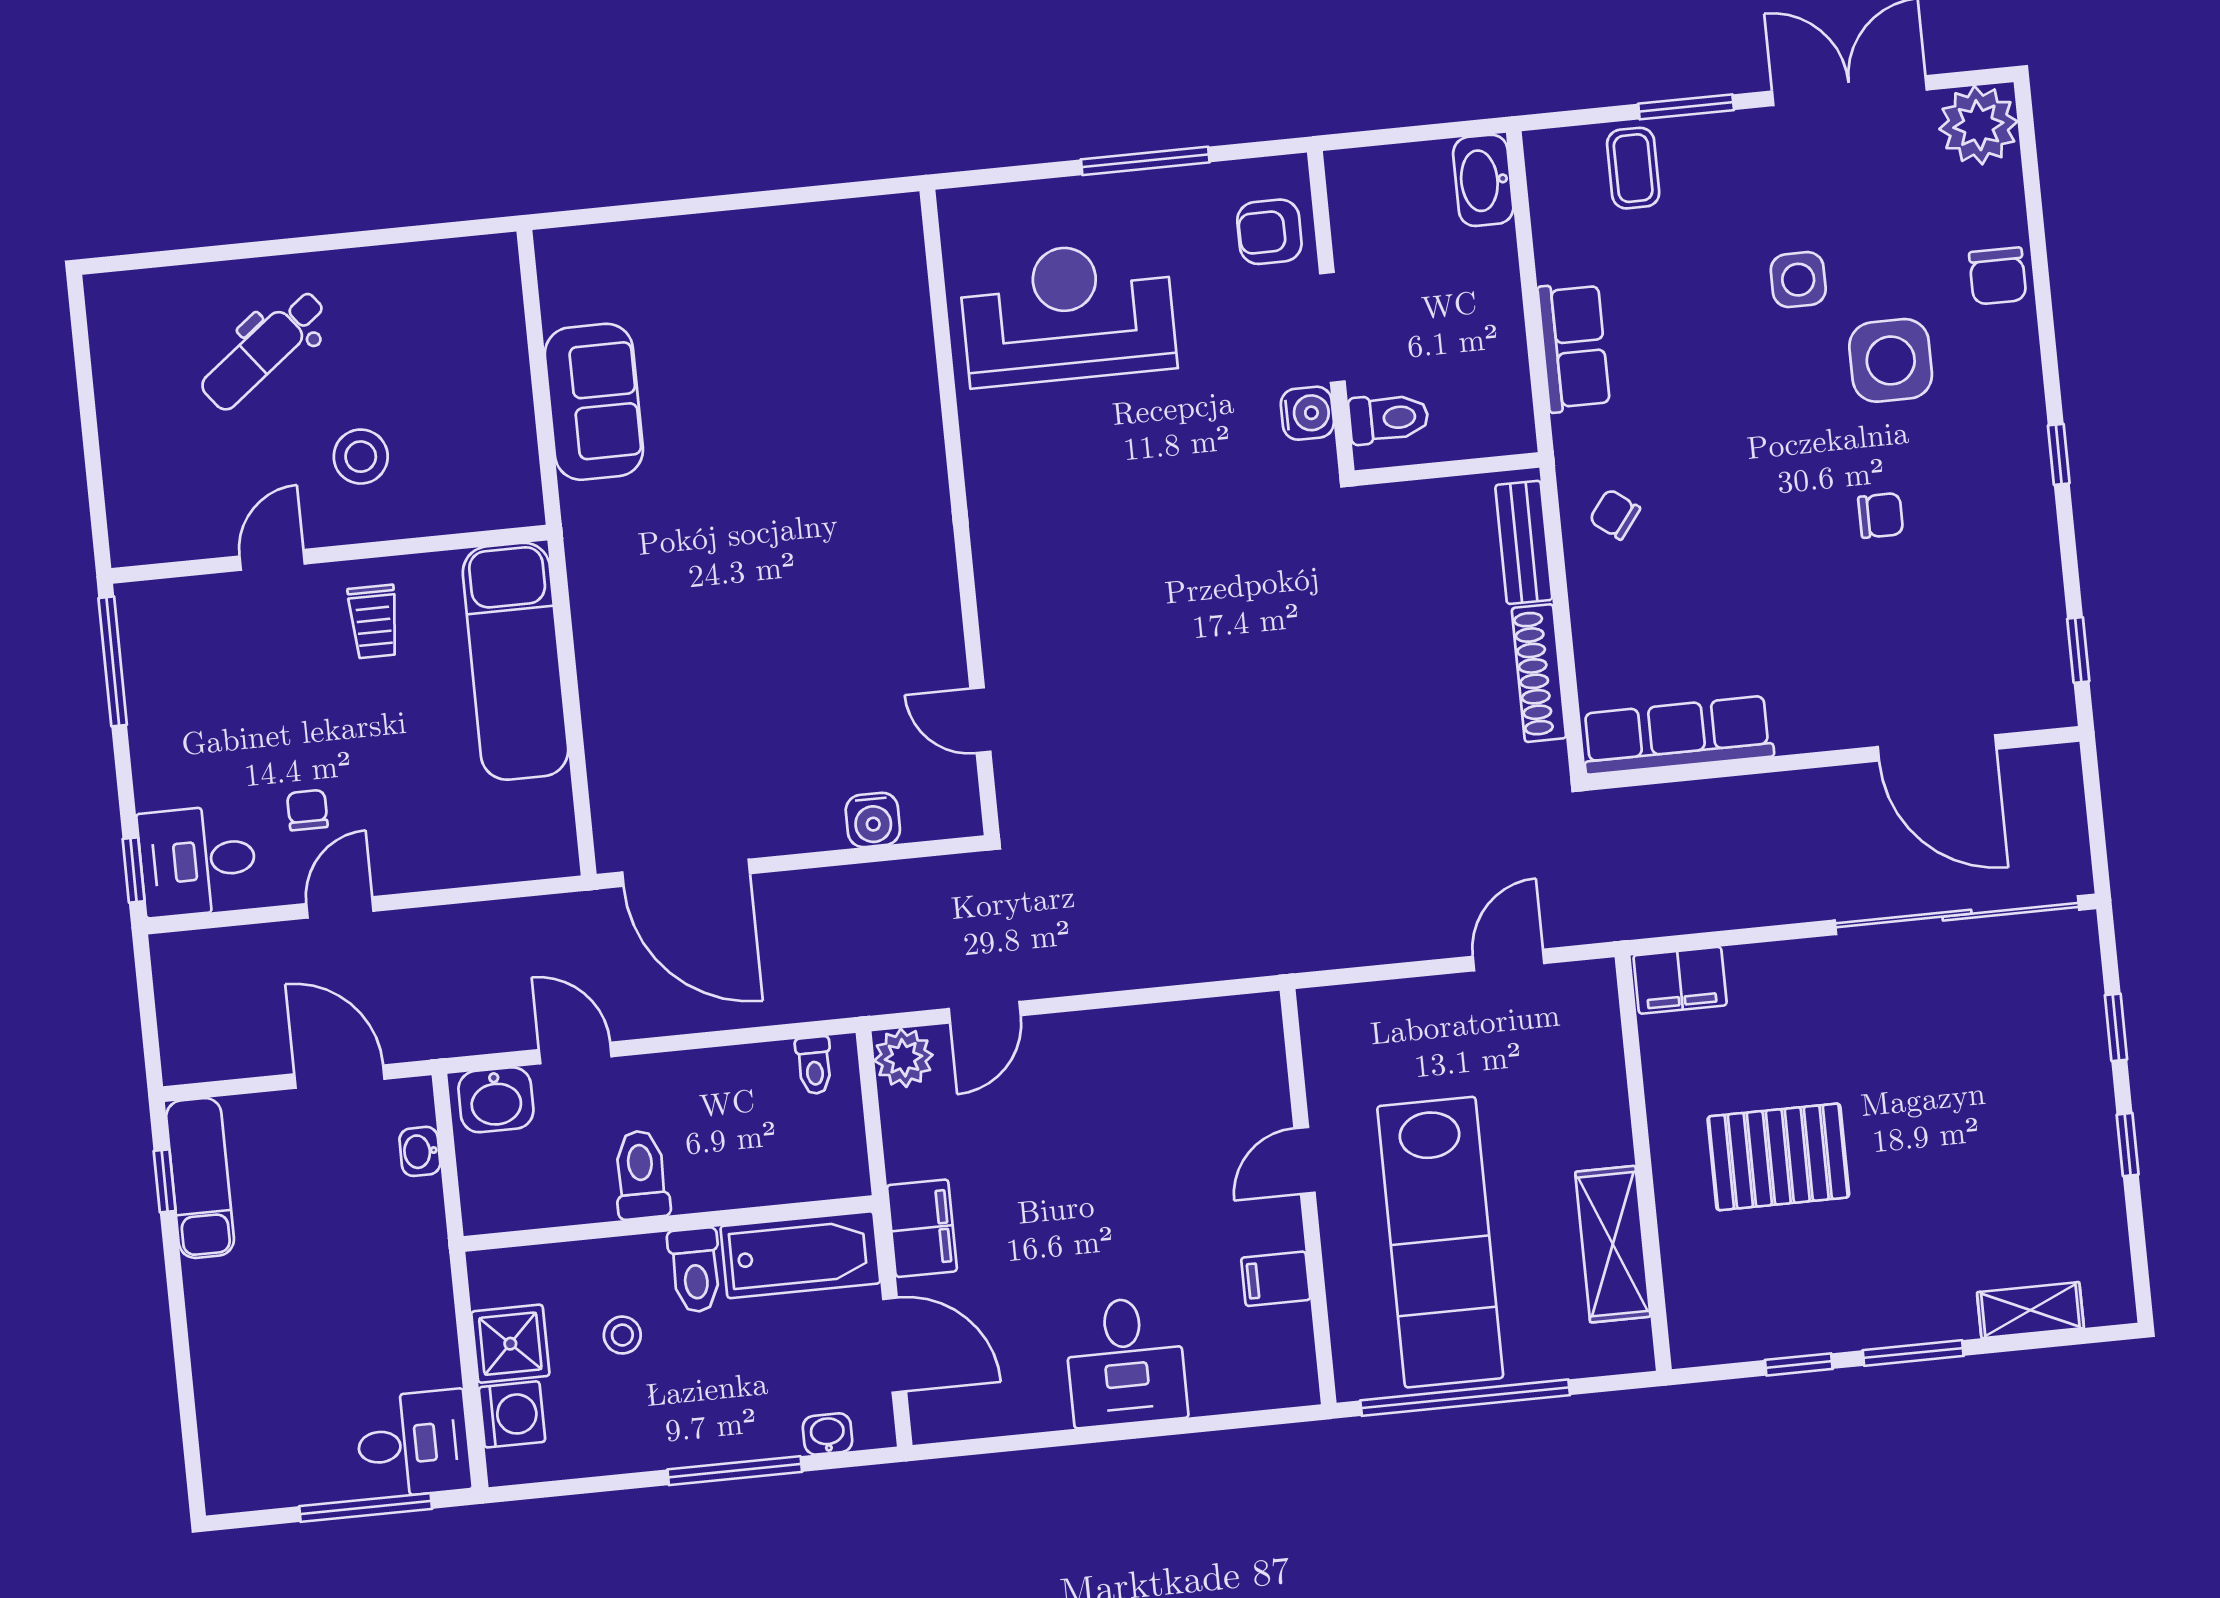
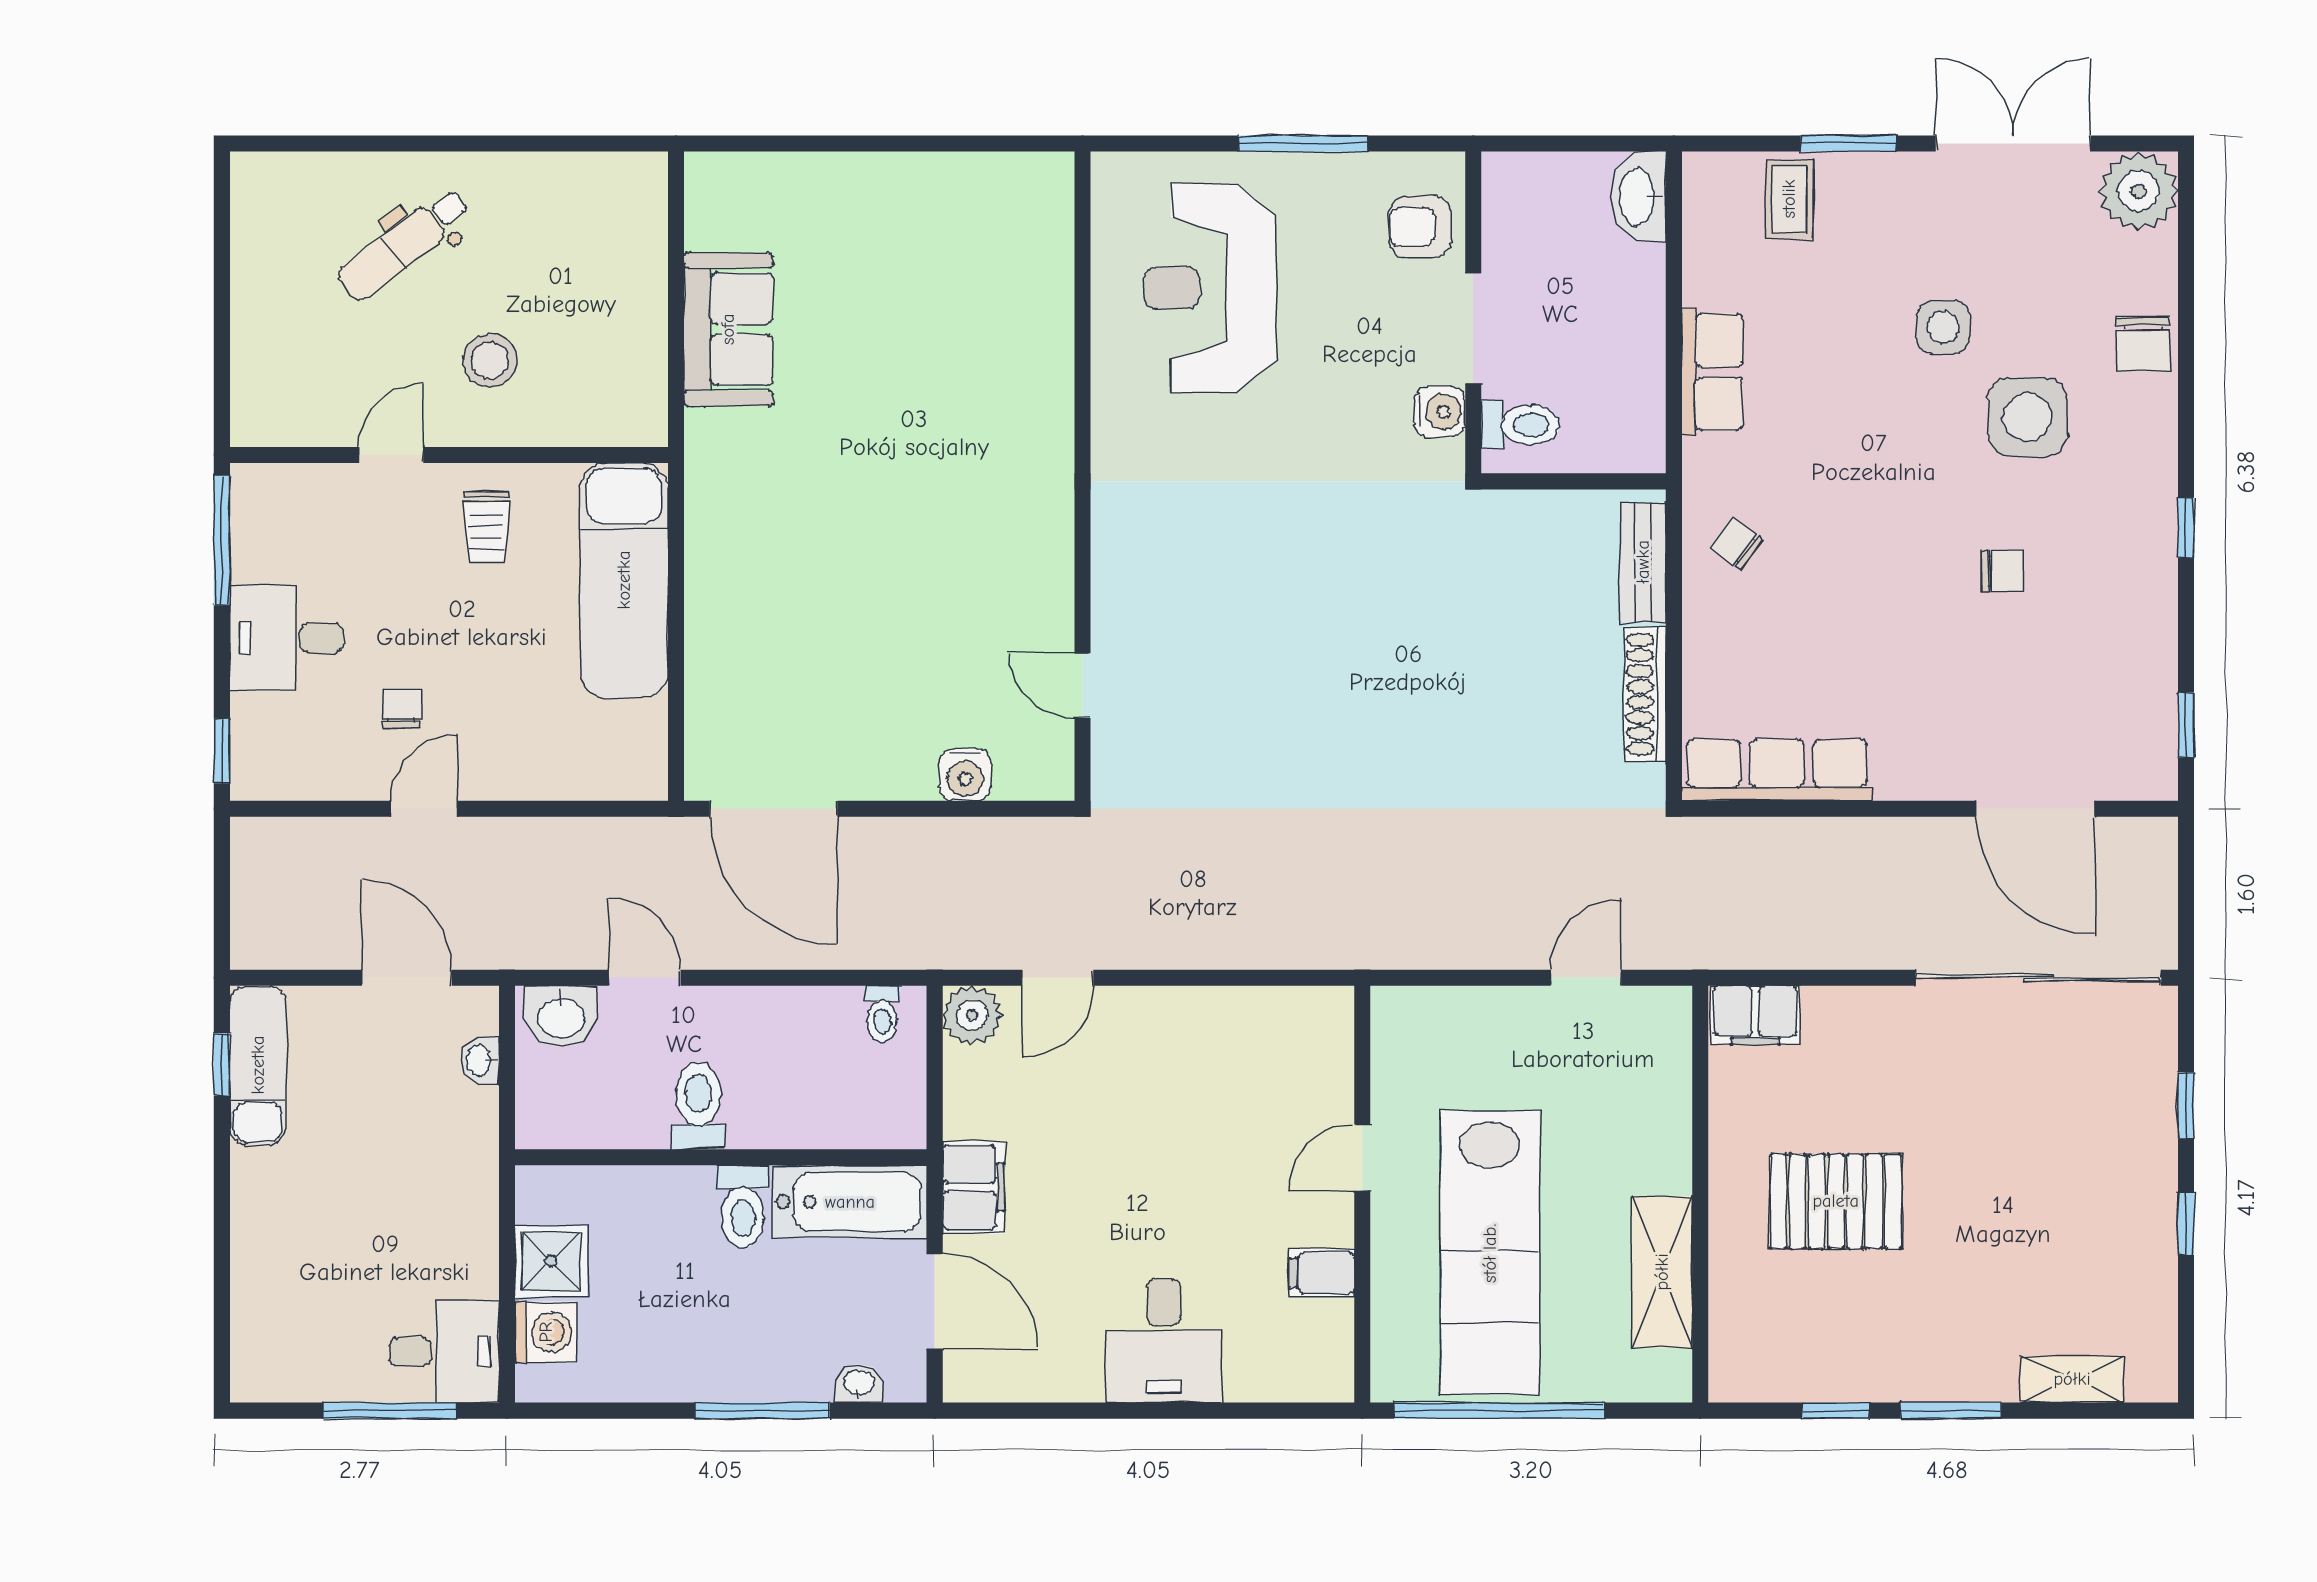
reception desk: (1068, 313) -> (1210, 288), turned -90
desk: (198, 861) -> (287, 638), moved
stool: (622, 1335) -> (664, 1264), removed

